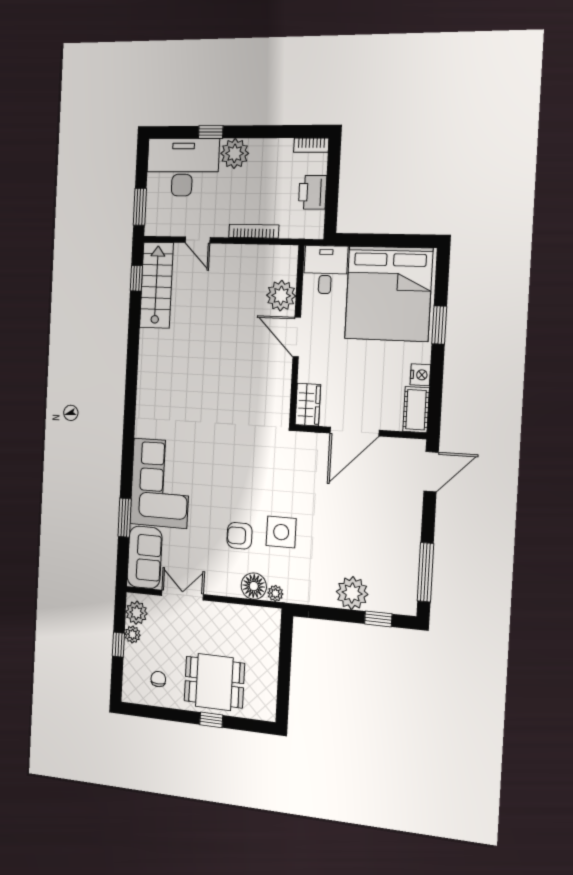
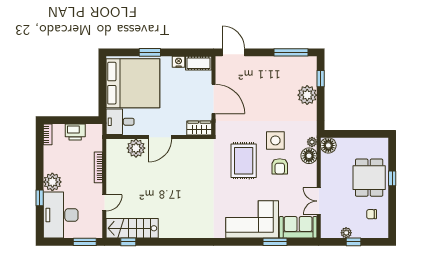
rug: (252, 476) -> (244, 161), added
plant: (136, 613) -> (333, 231), removed
floor lamp: (268, 620) -> (328, 145), added

